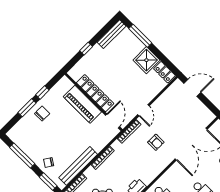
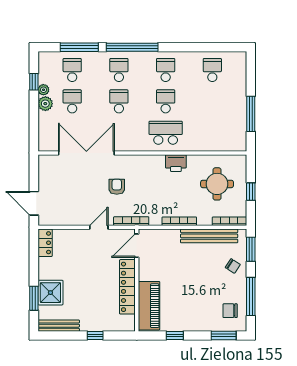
window: (140, 36) -> (34, 298), width x0.69
shower: (146, 60) -> (50, 293), moved
piano: (82, 104) -> (149, 306), moved
window: (27, 108) -> (224, 336), moved
chair: (42, 114) -> (230, 311), moved

